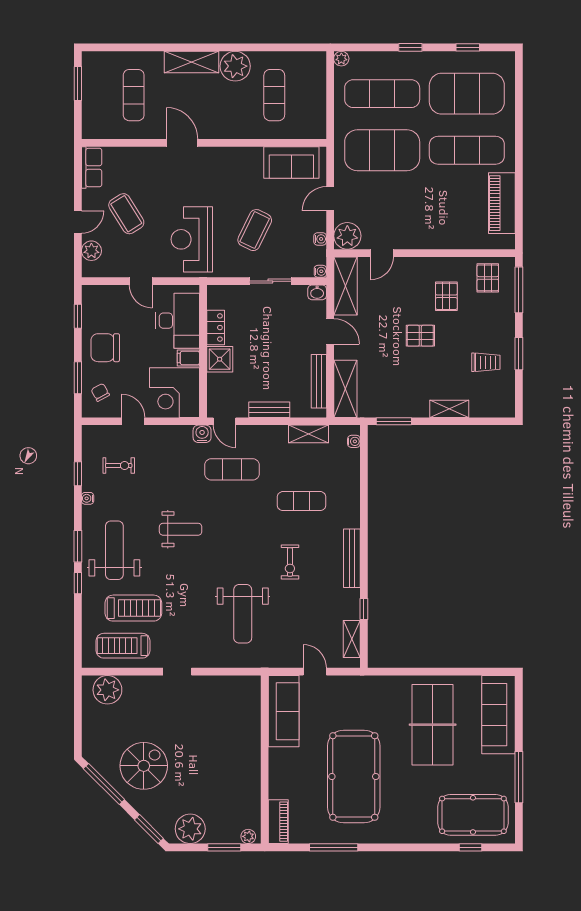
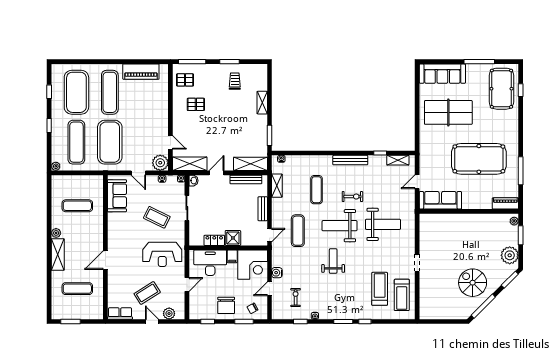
plant: (235, 66) -> (56, 233), width x0.53, depth x0.53
pallet: (420, 336) -> (219, 120), removed
water cooler: (202, 434) -> (277, 273), moved
weight bench: (114, 550) -> (340, 226), moved
plant: (107, 690) -> (428, 304), removed

